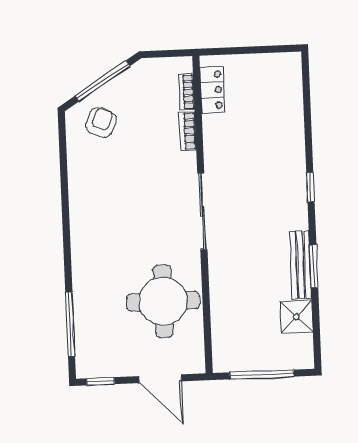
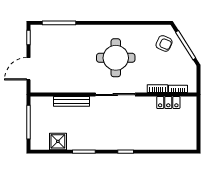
locker: (212, 90) -> (168, 102), moved
bench: (301, 265) -> (71, 101), moved
round table: (163, 301) -> (116, 58), moved

